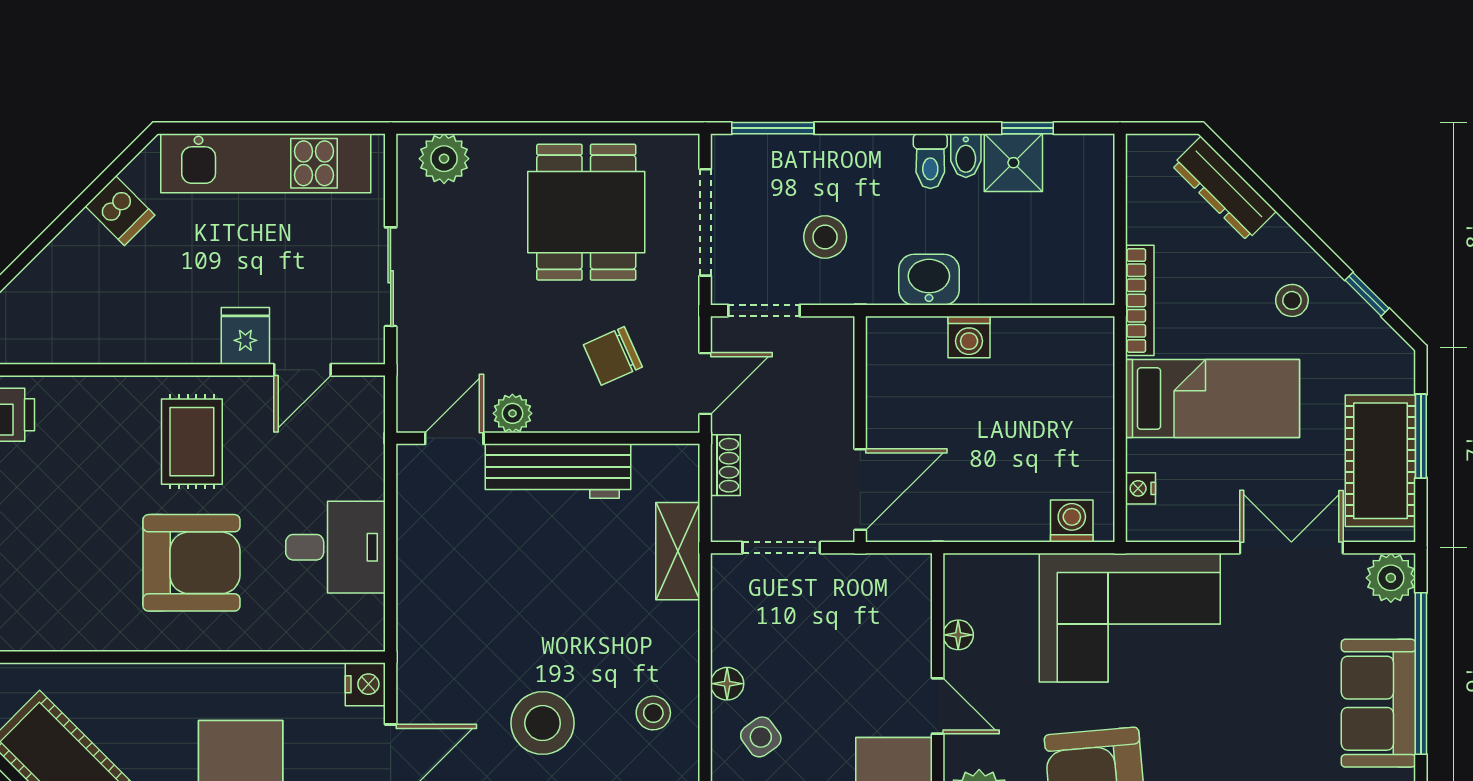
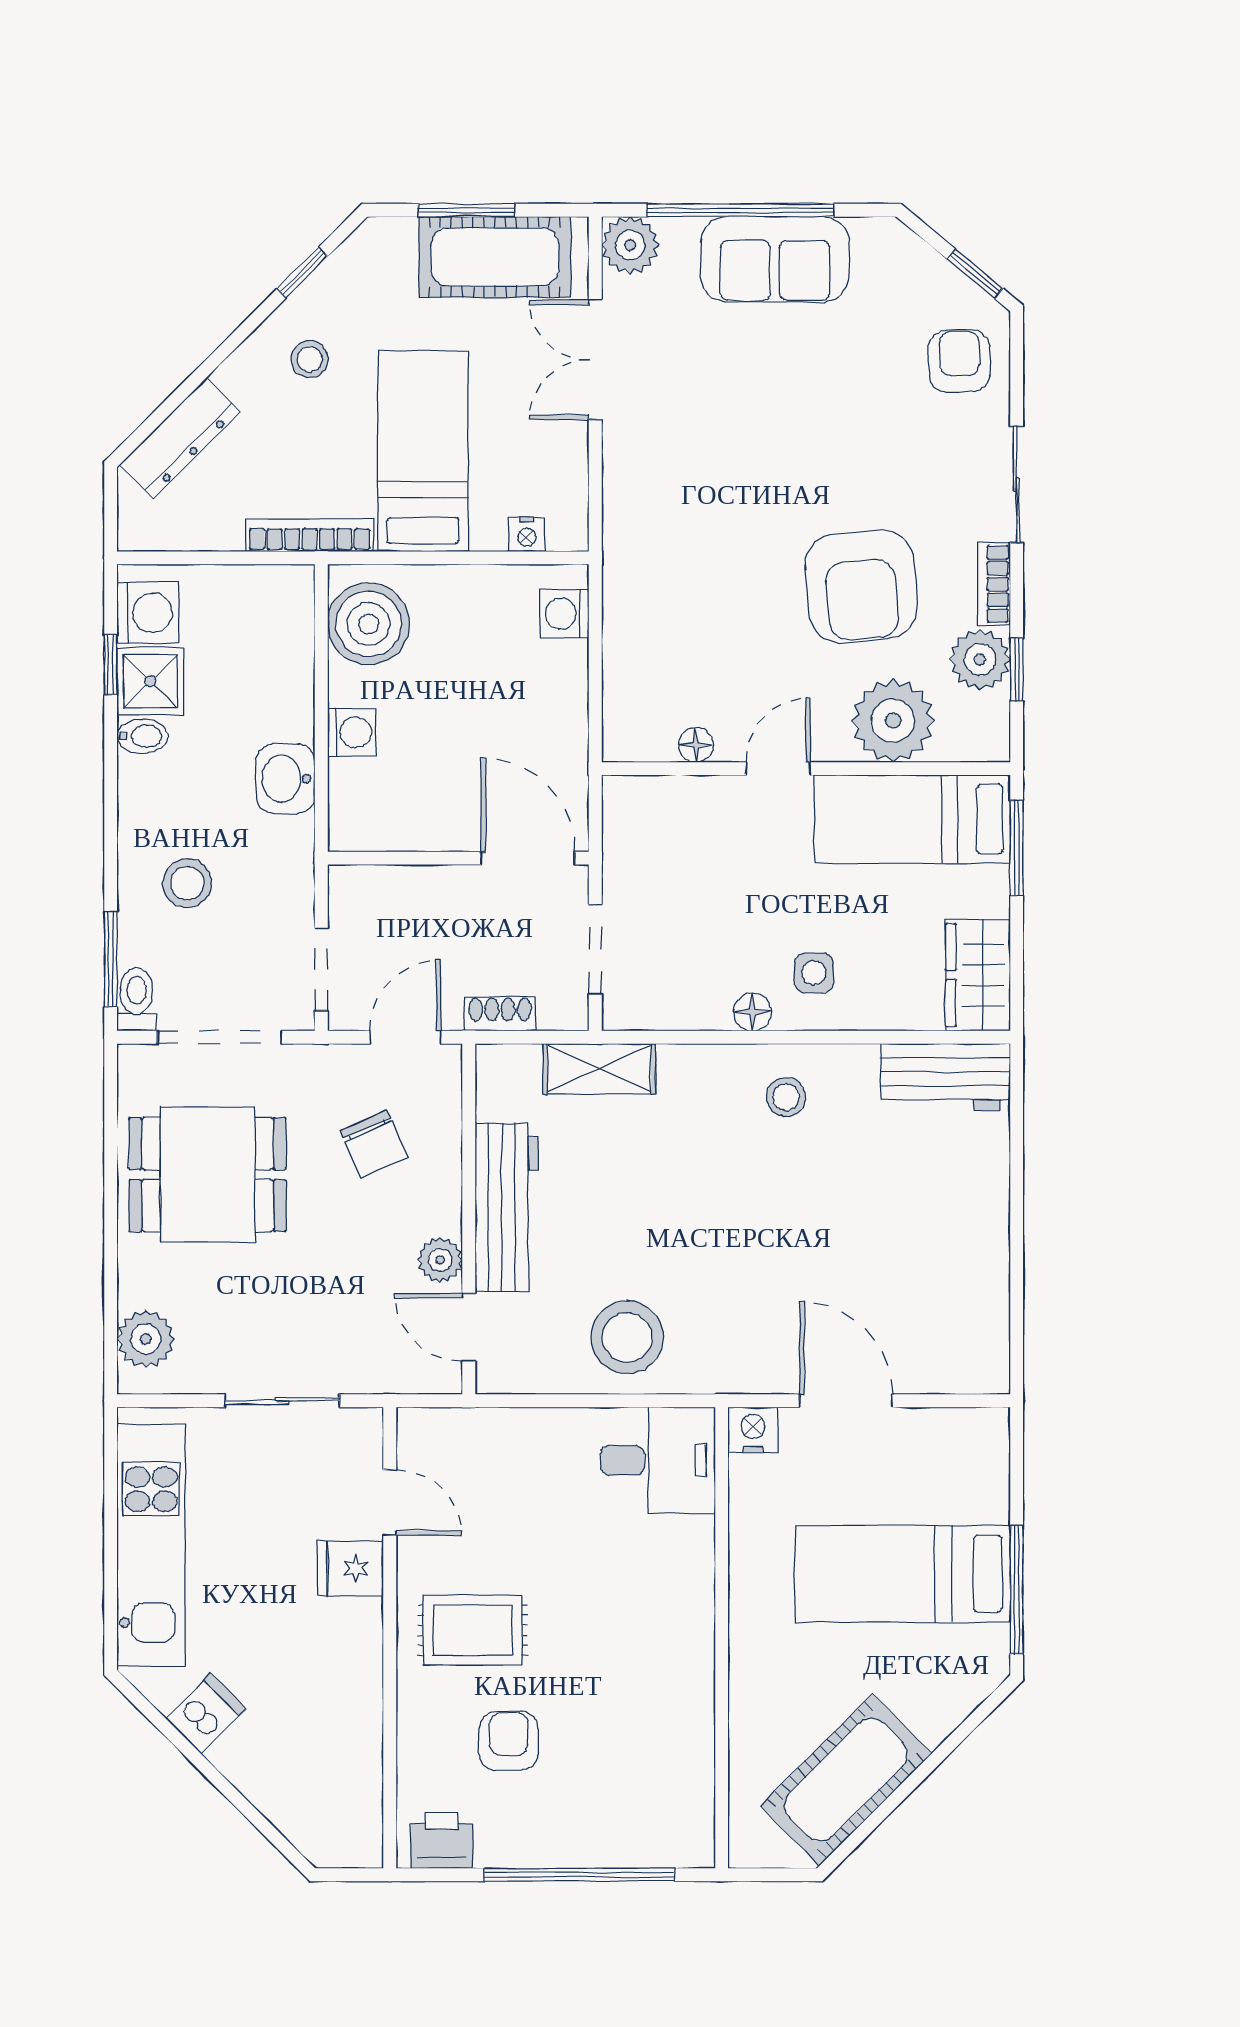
washing machine: (1073, 160) -> (148, 613), added
toilet: (930, 161) -> (136, 999), moved, turned -90
stool: (825, 237) -> (187, 883), moved
boiler: (1063, 352) -> (369, 624), added
door: (705, 383) -> (406, 1037), hinge flipped
desk: (336, 547) -> (658, 1460), moved, turned 90
armchair: (191, 563) -> (509, 1741), moved, width x0.53, depth x0.53
corner sofa: (1130, 618) -> (676, 547), removed
stool: (543, 723) -> (627, 1337), moved
side table: (761, 737) -> (814, 973), turned 36

